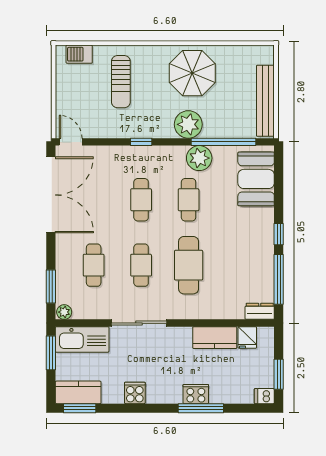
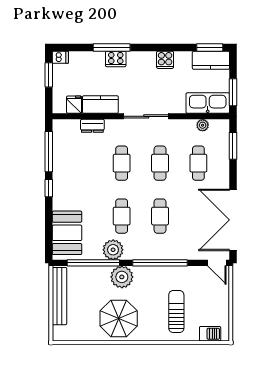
window: (141, 142) -> (160, 263), width x3.17
cafe table: (189, 265) -> (122, 163), width x0.73, depth x0.74
dresser: (260, 311) -> (92, 126), moved
plant: (64, 312) -> (203, 125), moved
sliding door: (139, 323) -> (146, 116), moved

